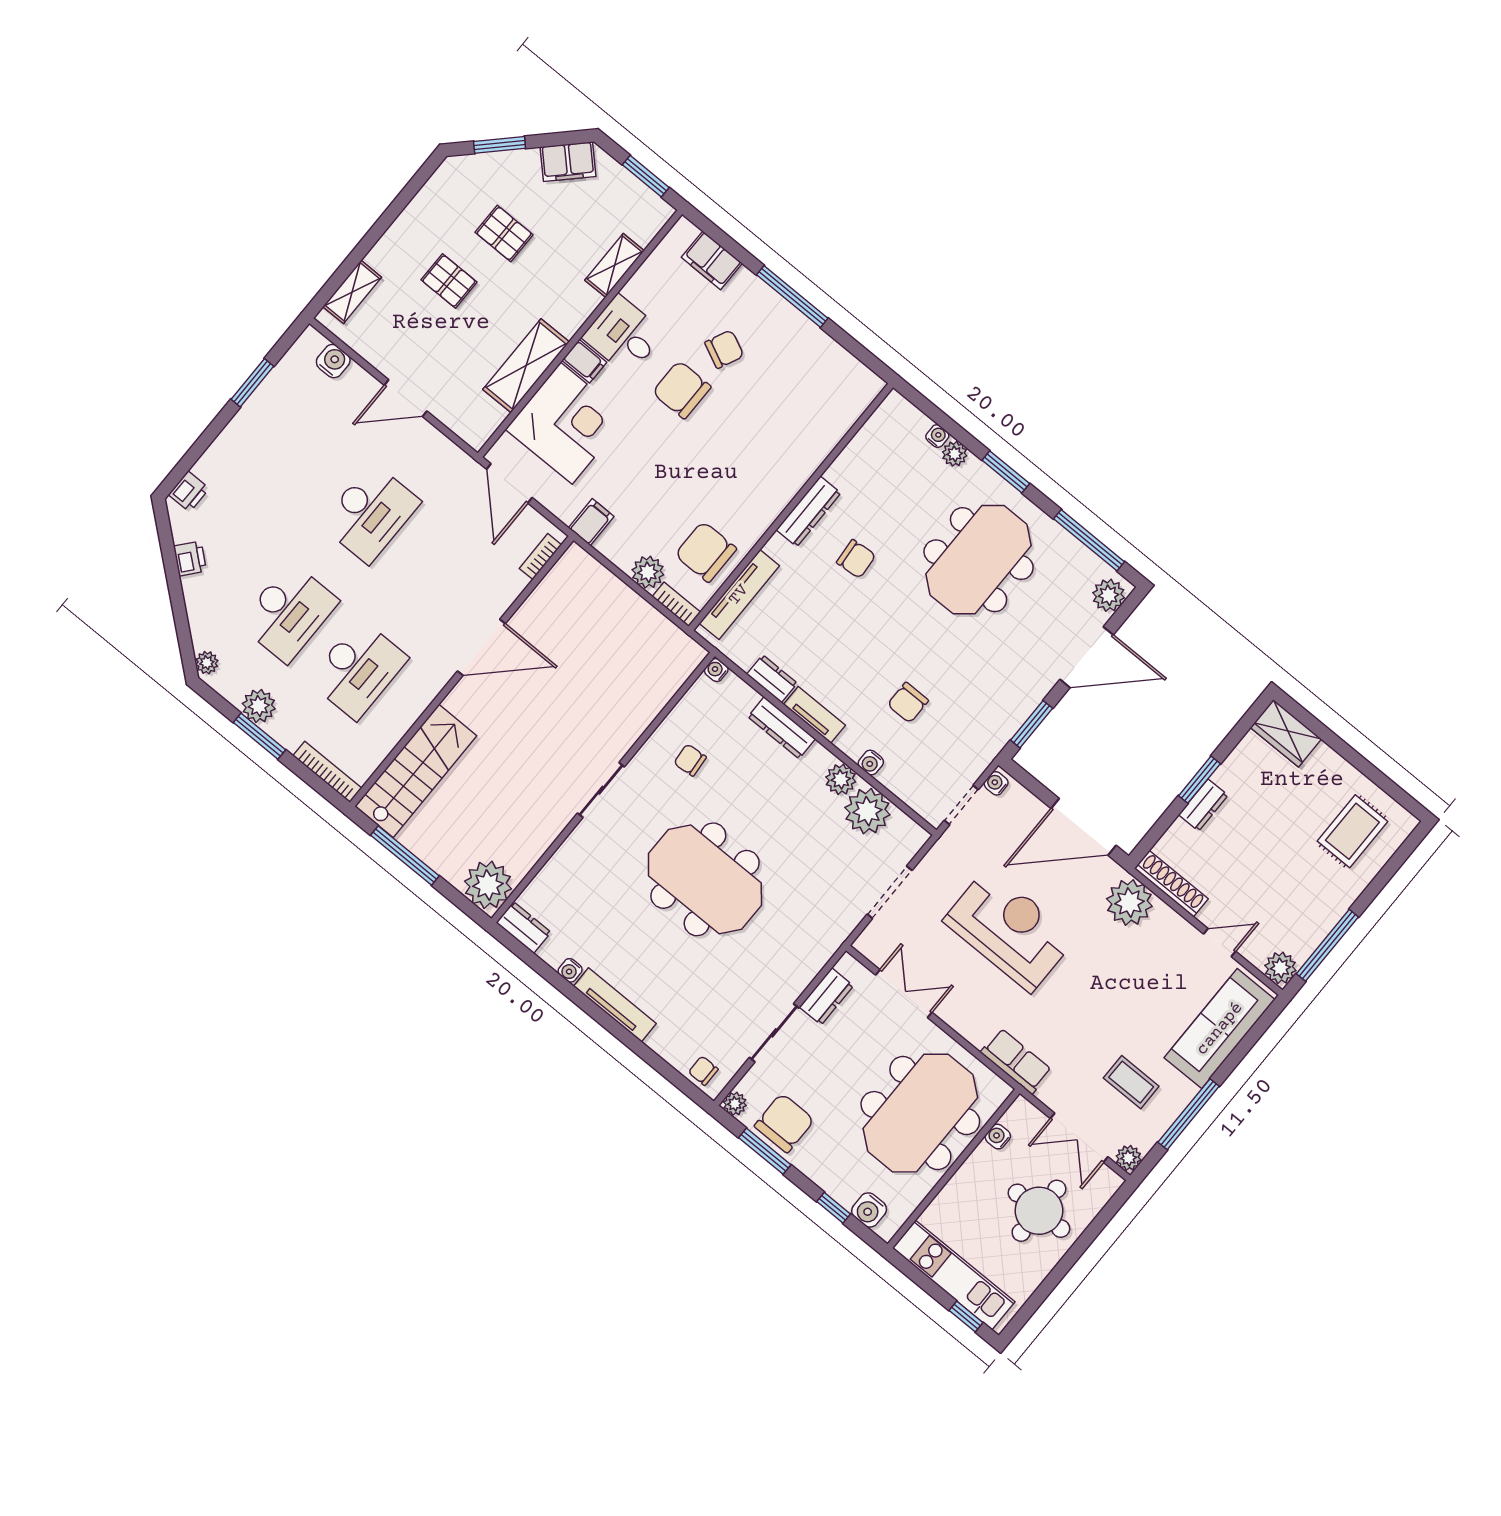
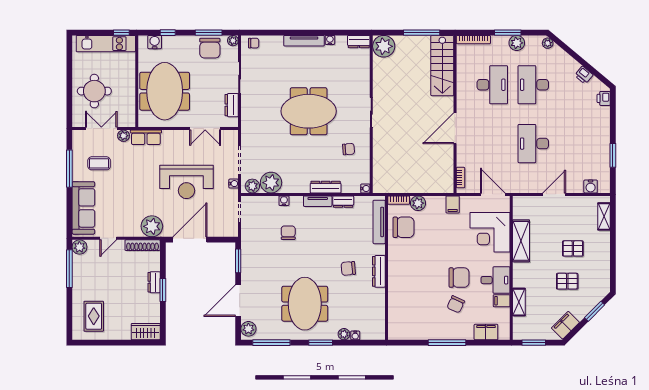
filing cabinet: (584, 361) -> (502, 301), moved
desk: (358, 669) -> (492, 85), turned 180
plant: (841, 779) -> (252, 186), moved
water cooler: (996, 783) -> (234, 184), moved
water cooler: (998, 1137) -> (130, 105), removed
plant: (1129, 1158) -> (123, 136), moved
window: (966, 1316) -> (121, 33), moved

